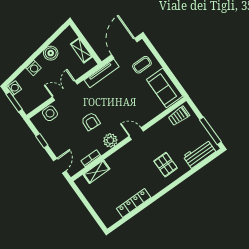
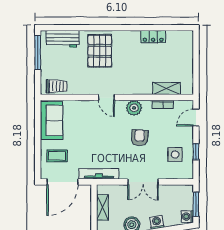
side table: (50, 113) -> (175, 154), moved
pallet: (166, 165) -> (100, 51), width x1.50, depth x1.42
locker: (134, 203) -> (153, 37), width x0.66

